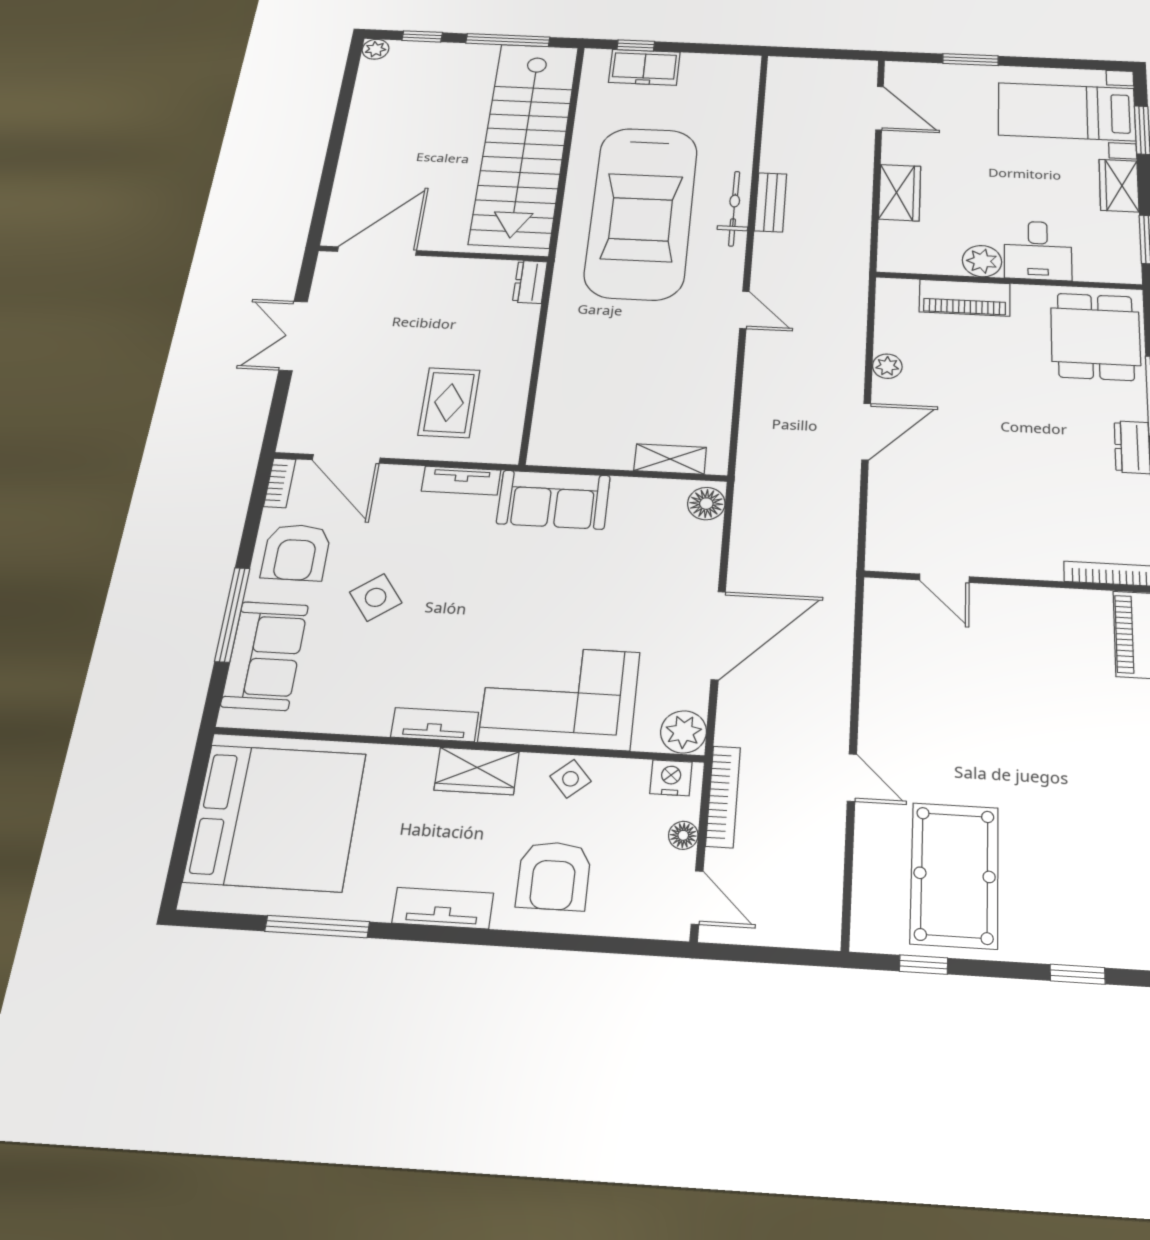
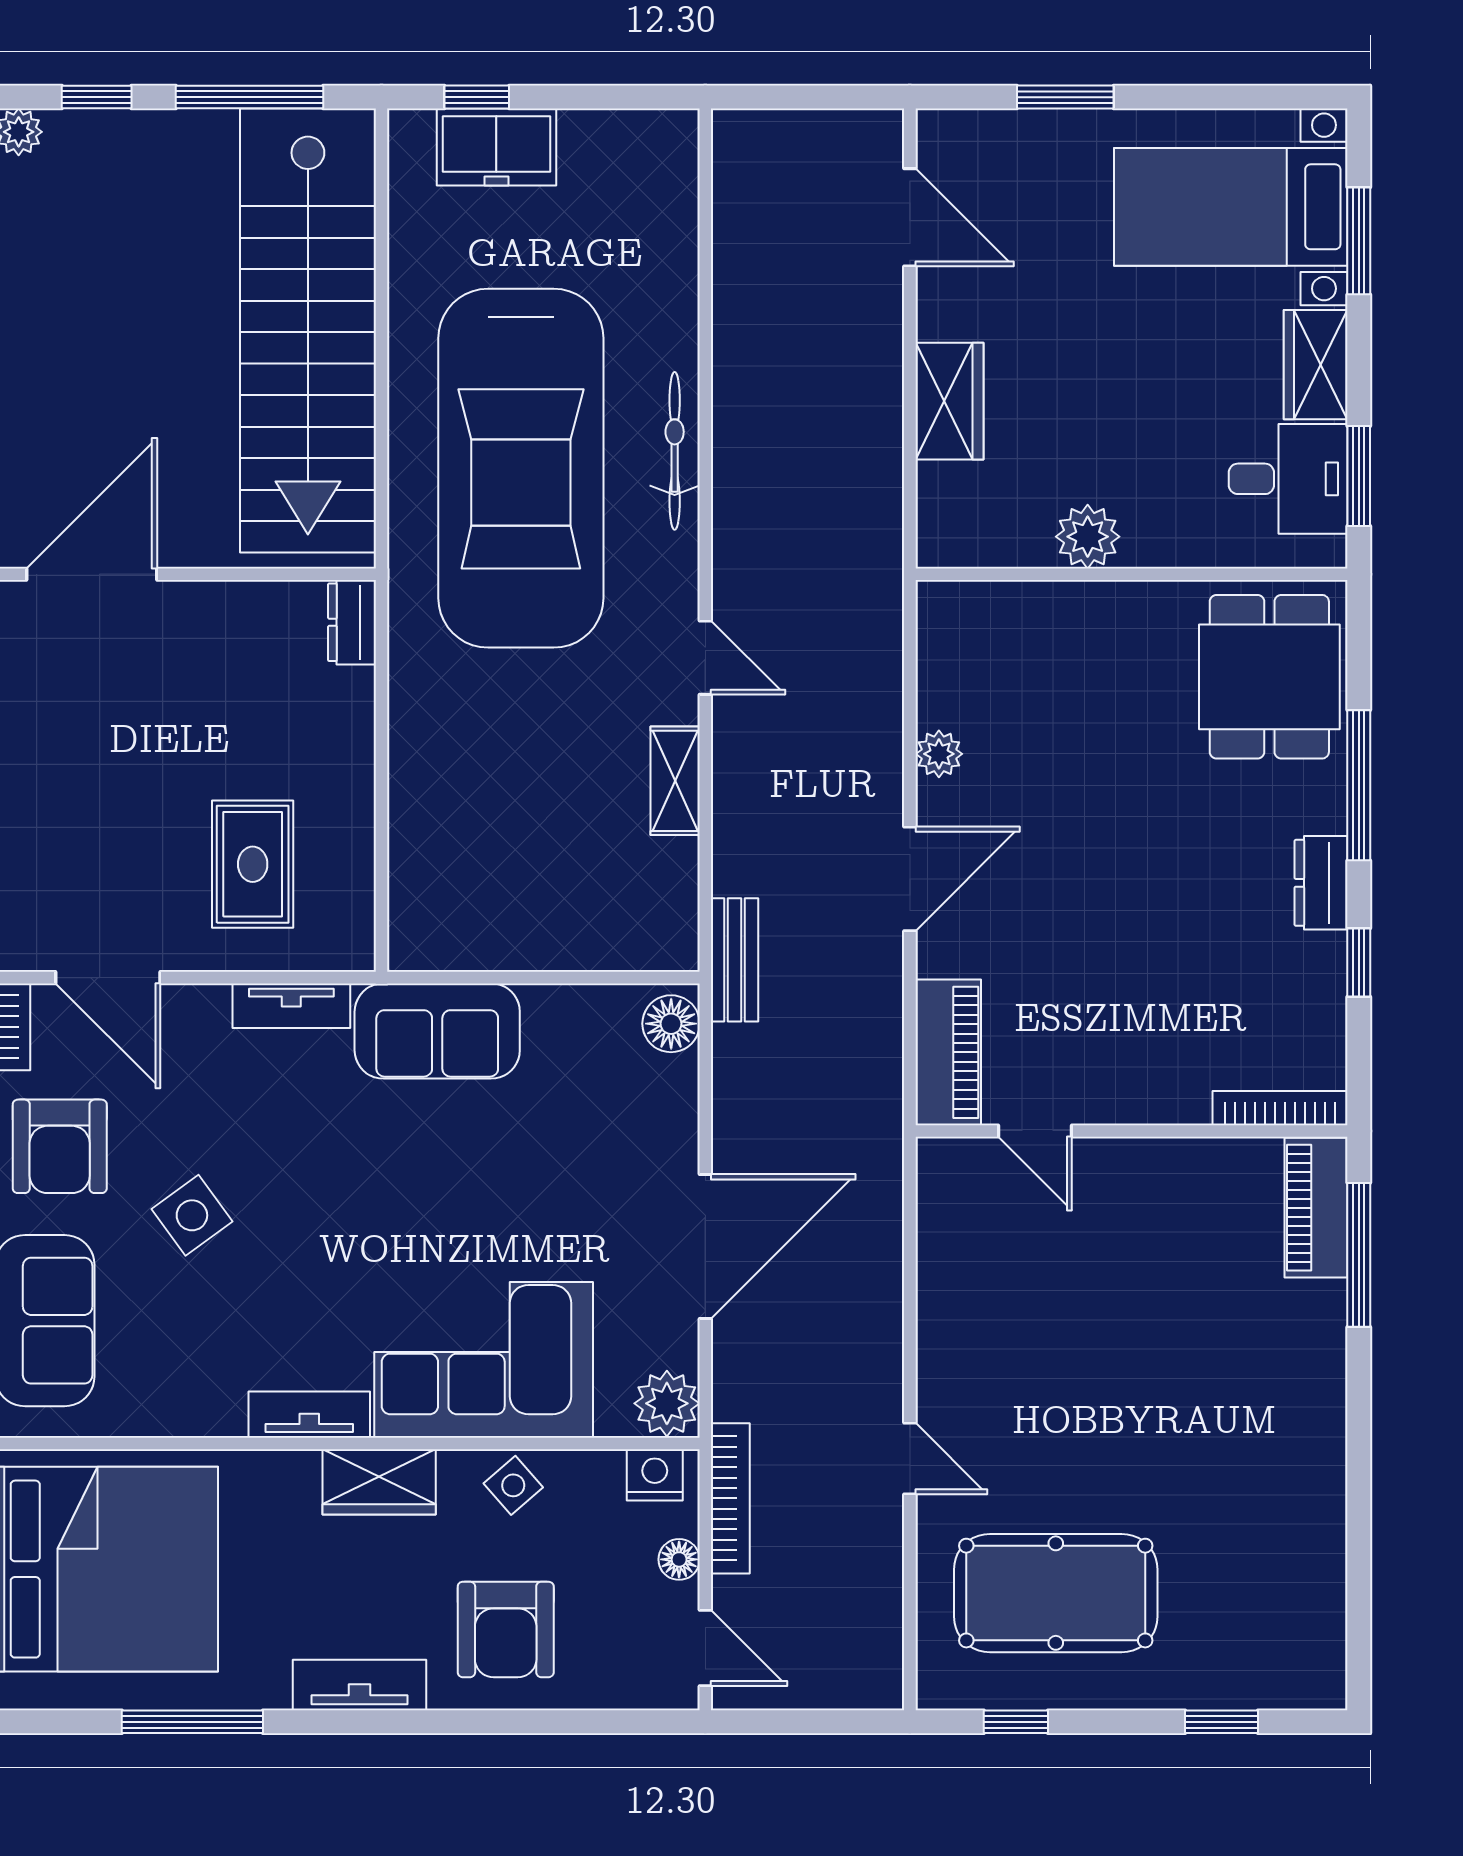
bench: (771, 202) -> (735, 960), moved
desk: (1038, 250) -> (1288, 479), moved, turned -90
piano: (965, 298) -> (948, 1052), moved, turned -90
shelving: (670, 459) -> (675, 781), moved, turned 90
pool table: (955, 875) -> (1056, 1593), turned 90

